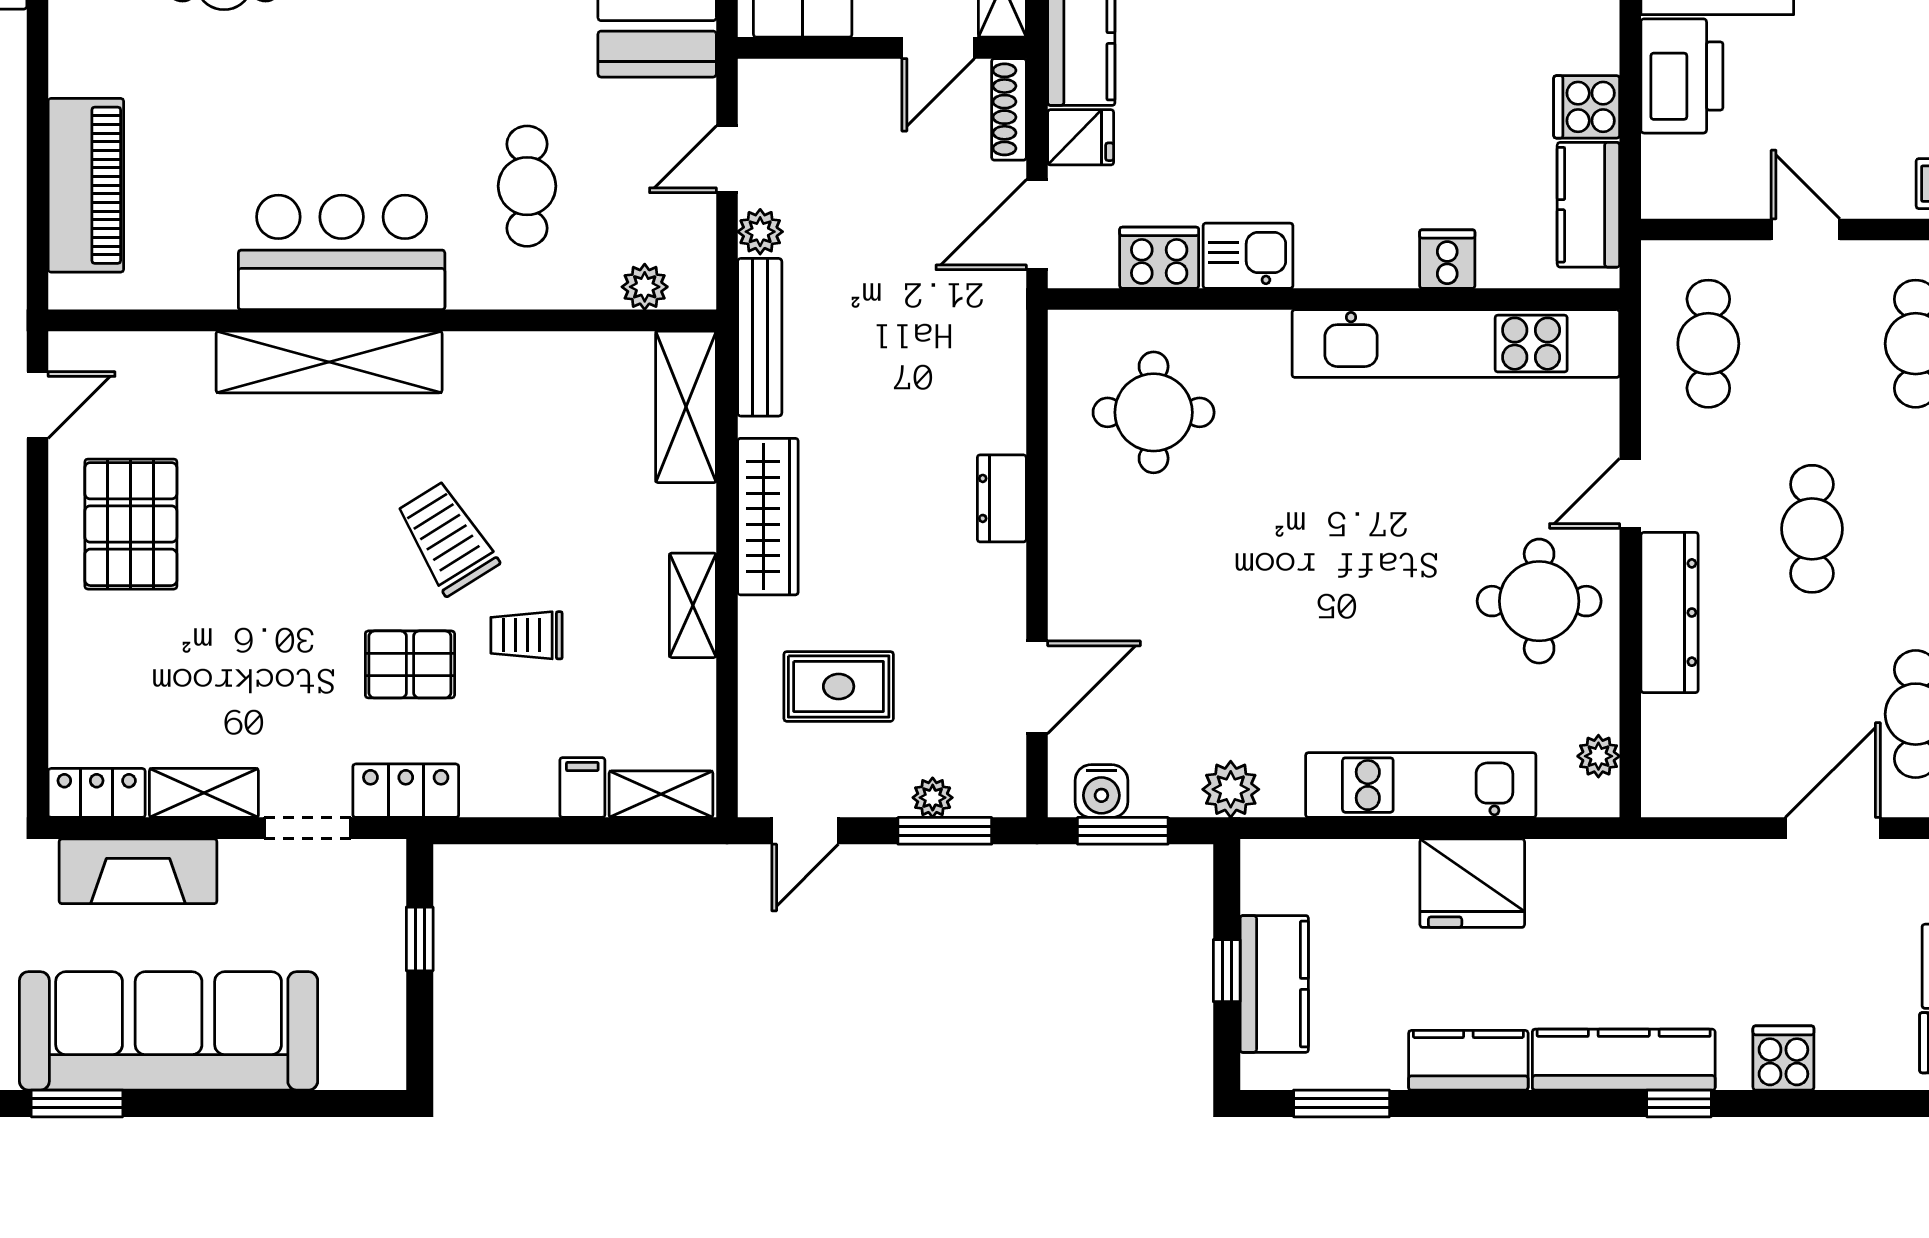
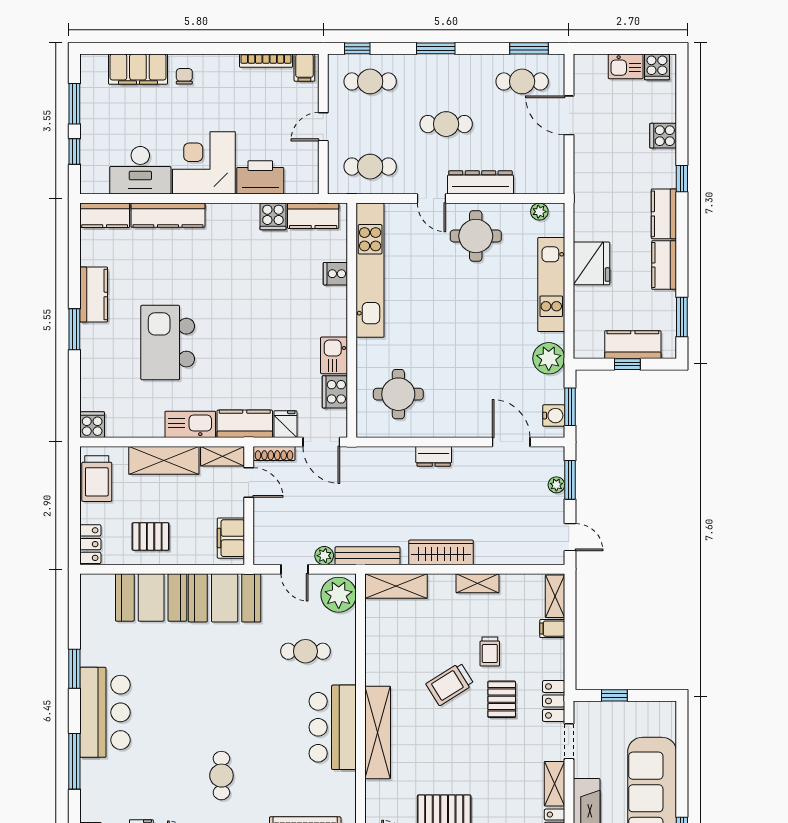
plant: (645, 287) -> (339, 595), width x1.87, depth x1.87
rug: (839, 686) -> (511, 523), removed
plant: (1231, 789) -> (549, 358), width x1.36, depth x1.36
kitchen counter: (1624, 1060) -> (664, 214), width x0.67

